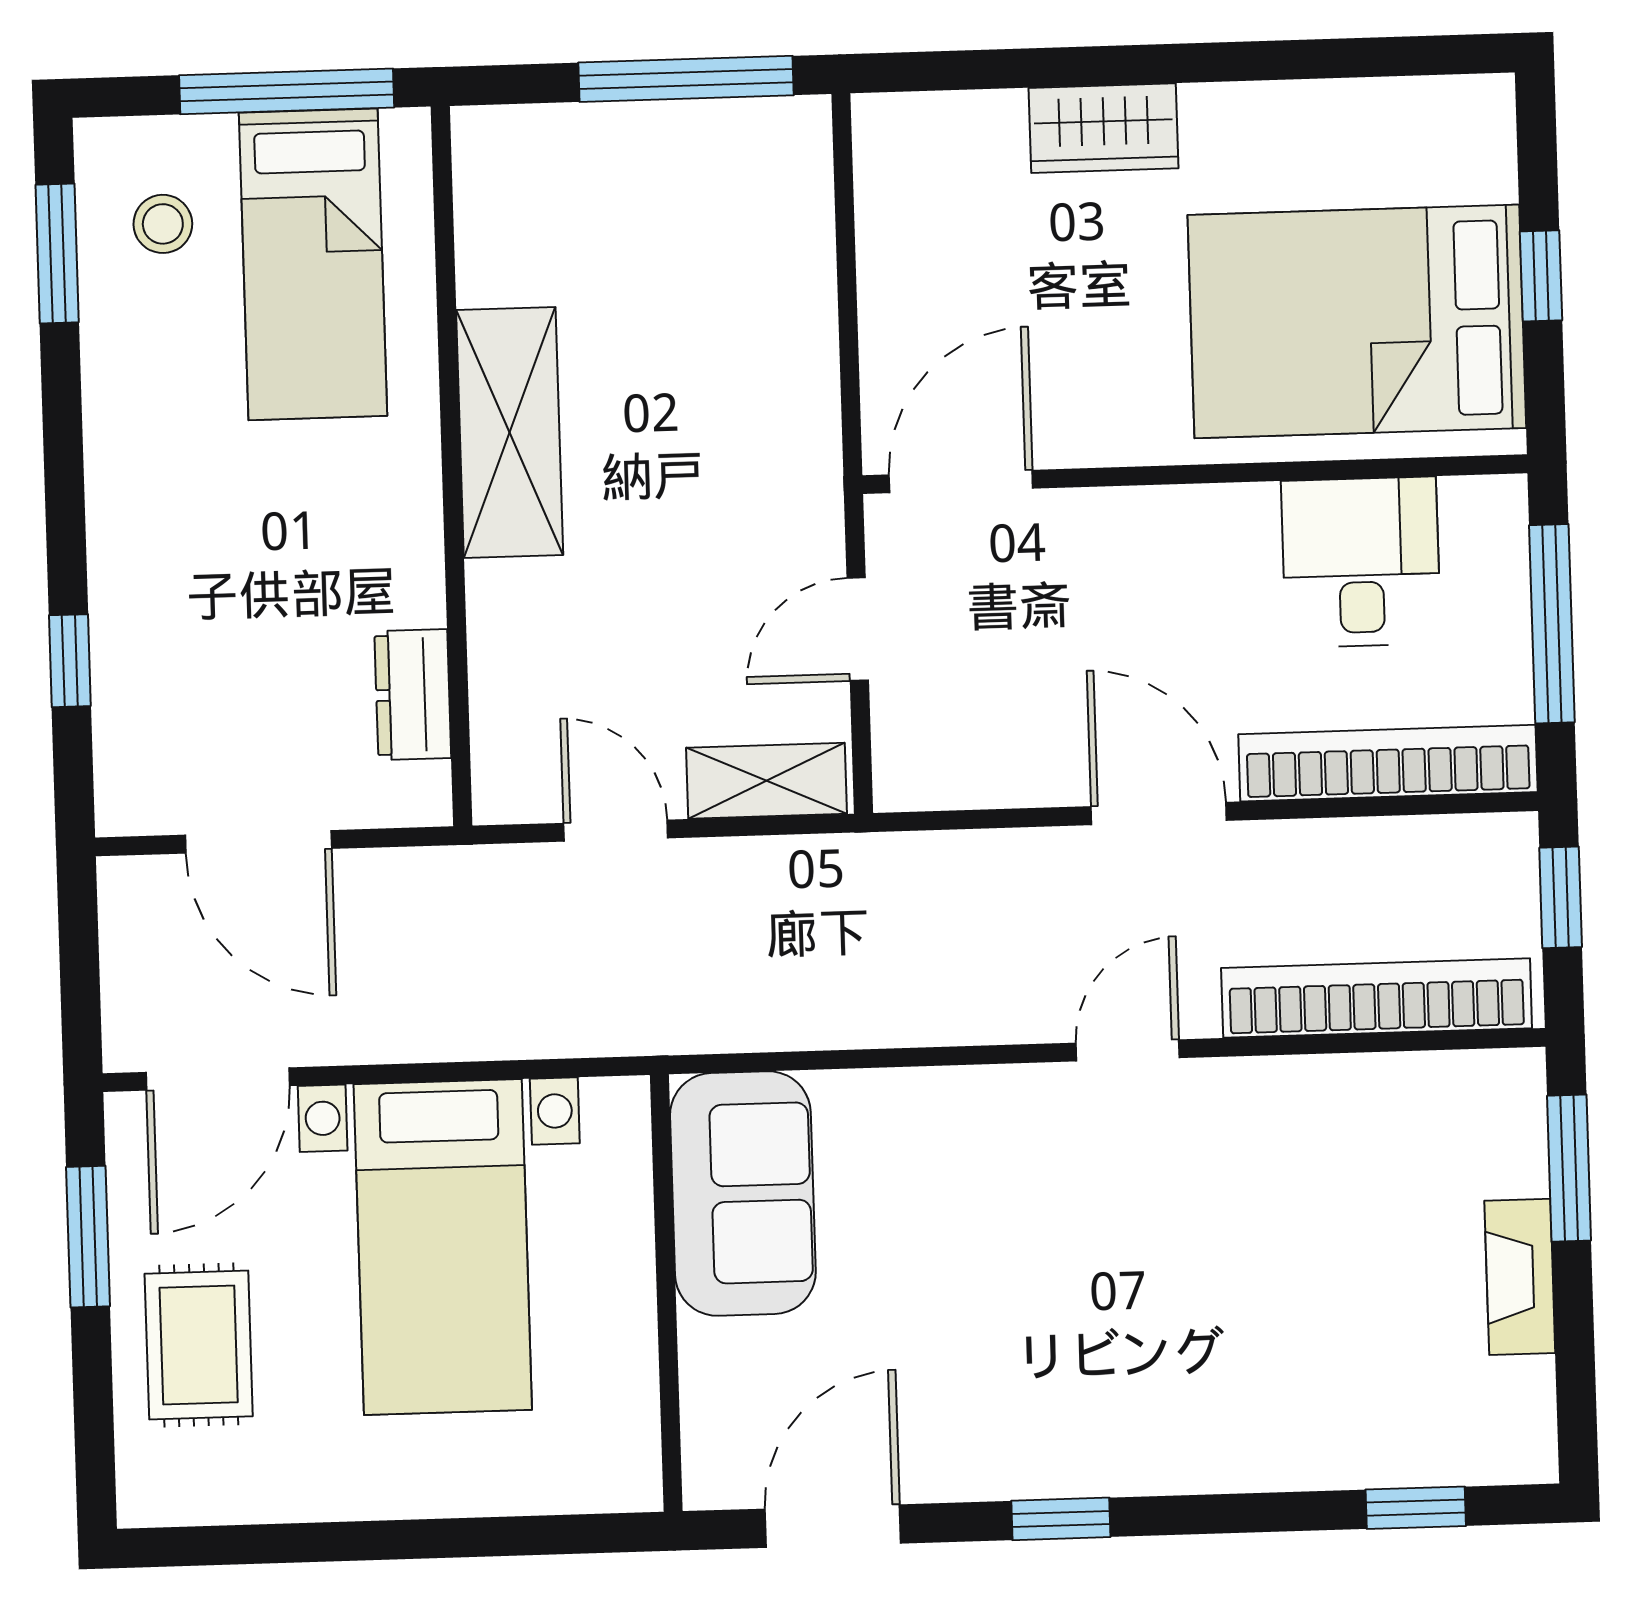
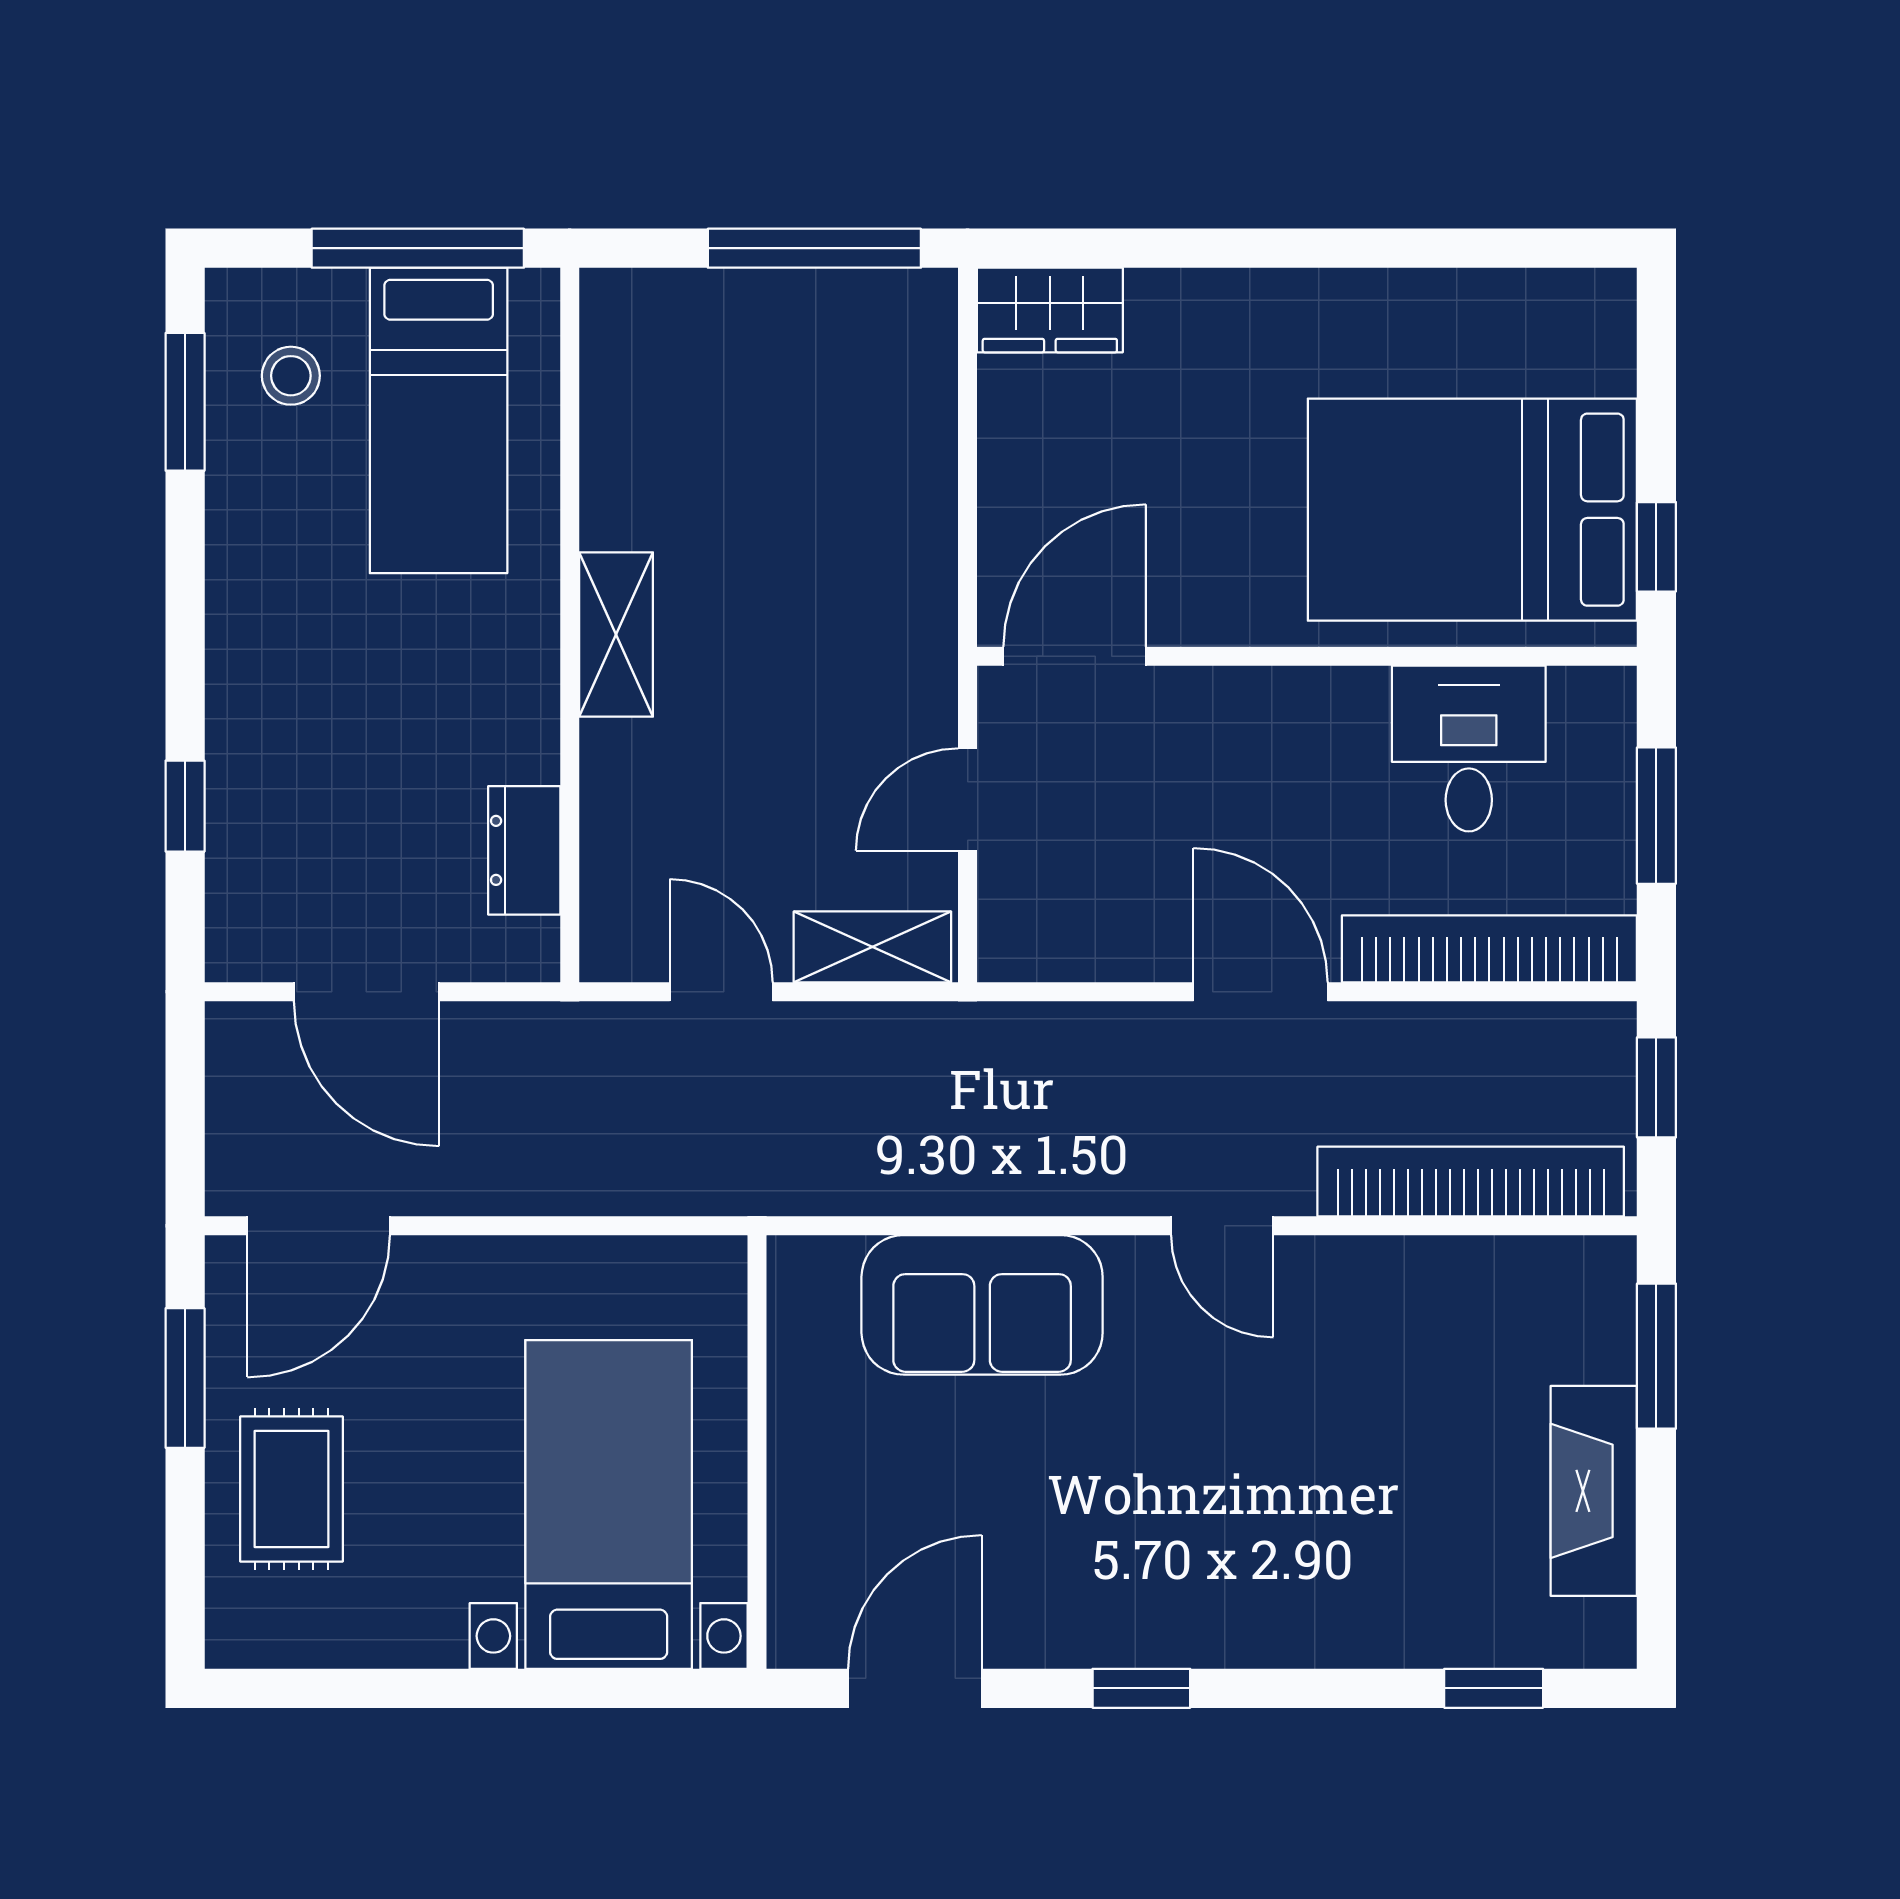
wardrobe: (1103, 128) -> (1050, 310), moved
window: (1541, 276) -> (1656, 547), moved
shelving: (510, 432) -> (616, 635), width x0.67, depth x0.75
window: (1552, 624) -> (1656, 816), width x0.69
door: (1128, 1050) -> (1222, 1226), swing flipped
sofa: (743, 1194) -> (982, 1305), moved, turned 90
bed with nightstands: (443, 1247) -> (609, 1504), moved, turned 180
fireplace: (1520, 1277) -> (1594, 1491), width x1.37, depth x1.32

